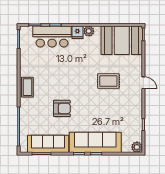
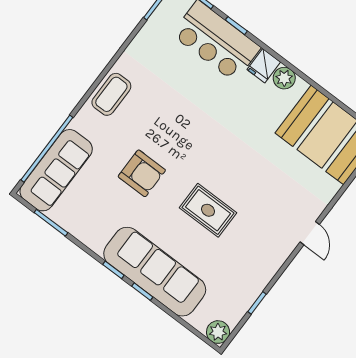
rug: (108, 81) -> (208, 210), moved
sofa: (48, 144) -> (56, 170), moved, turned 90

